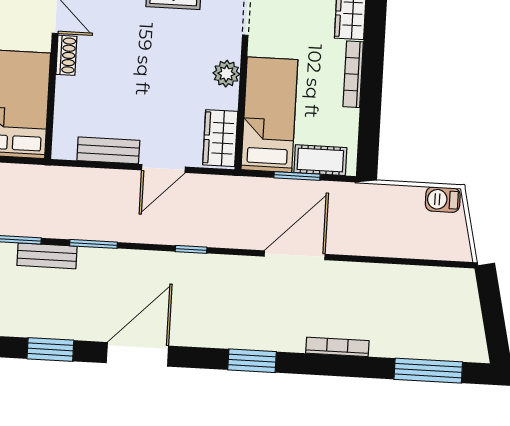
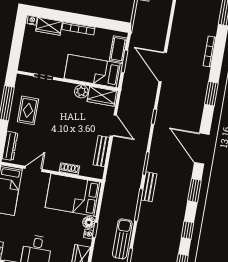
shoe rack: (66, 55) -> (69, 169), moved
plant: (226, 74) -> (81, 91), moved

